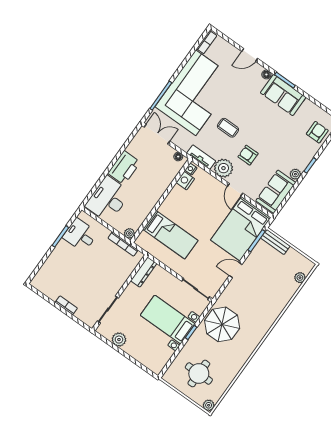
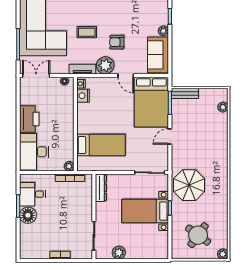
floor lamp: (63, 251) -> (28, 215), added
round table: (199, 374) -> (198, 235), turned 36

